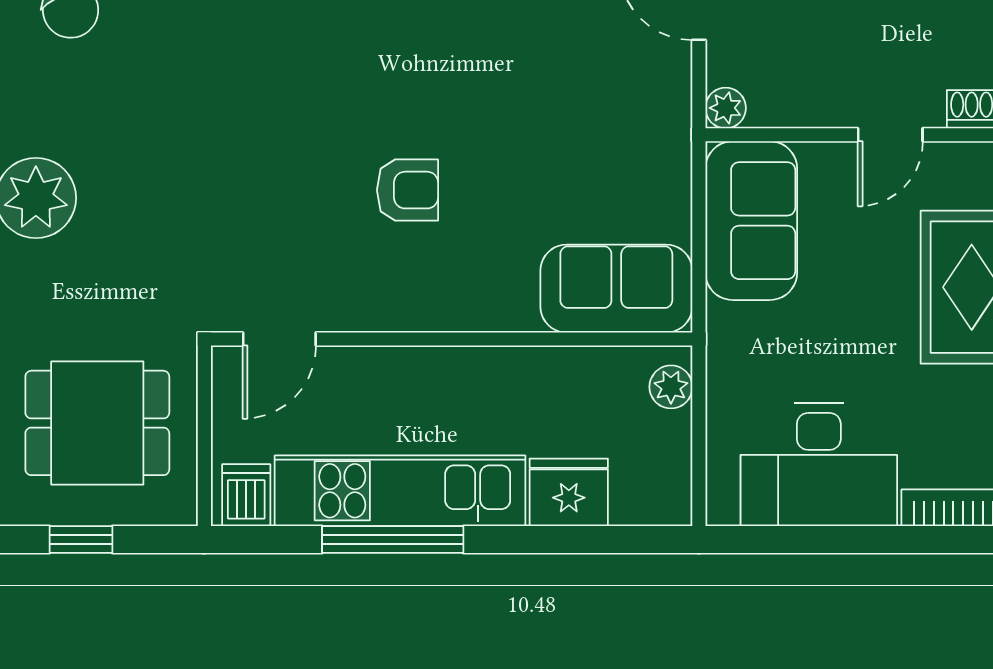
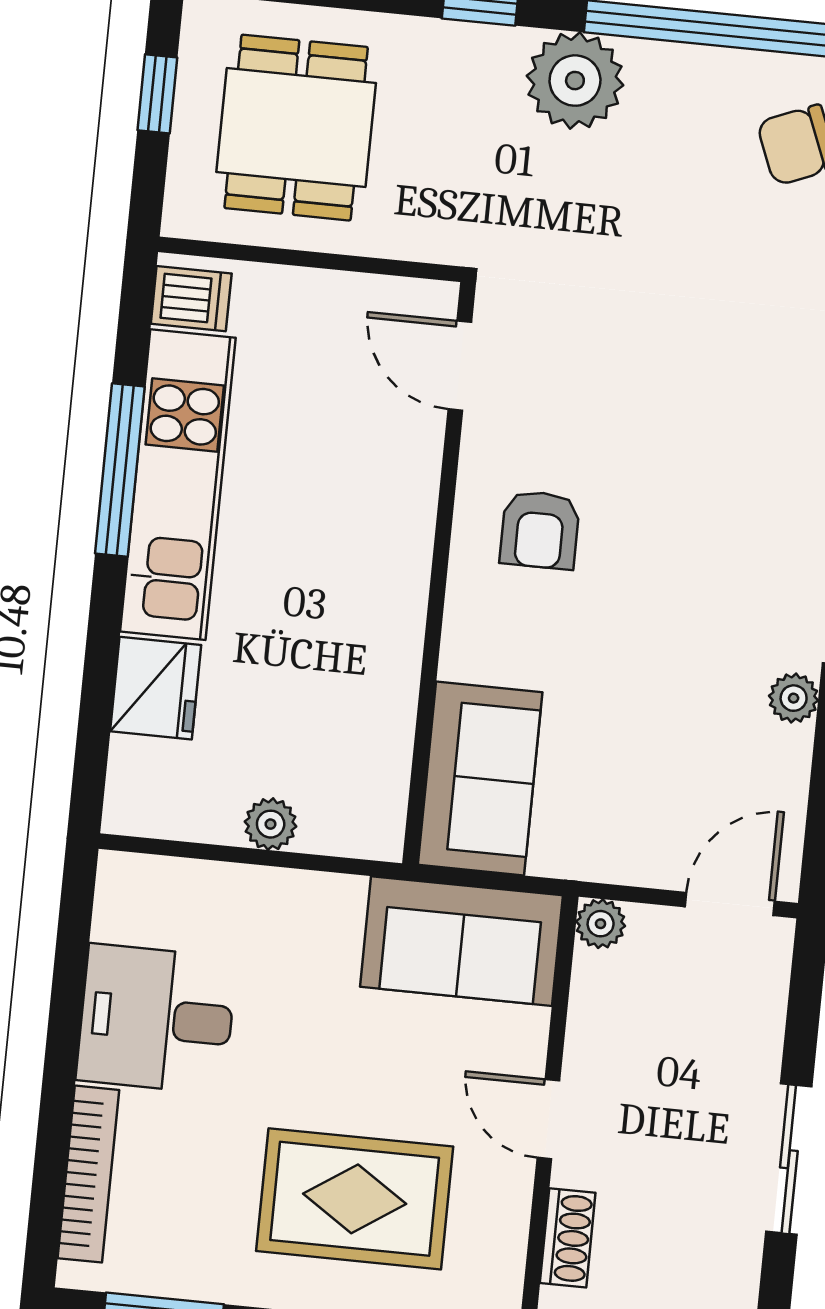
sofa: (616, 289) -> (480, 778), moved
door: (279, 339) -> (460, 366), moved
wall: (452, 339) -> (439, 574), moved
desk: (819, 465) -> (156, 1019), width x0.73

